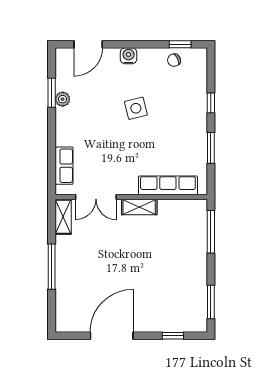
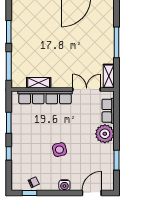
plant: (63, 99) -> (105, 134), moved, width x1.88, depth x1.88
row of seats: (168, 185) -> (45, 97), width x1.36
shelving: (139, 207) -> (39, 83), moved
window: (211, 302) -> (9, 32), moved

